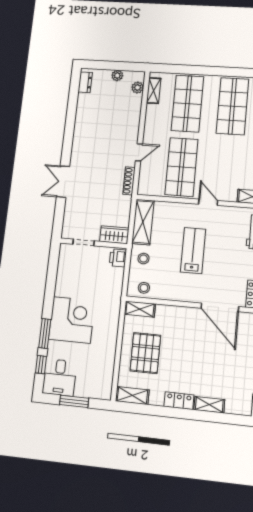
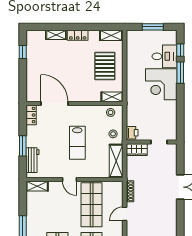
desk: (59, 377) -> (165, 56), moved, turned 90

